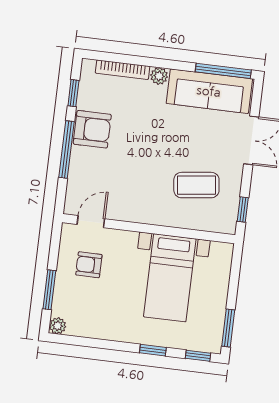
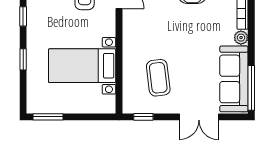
window: (198, 356) -> (23, 16), moved

